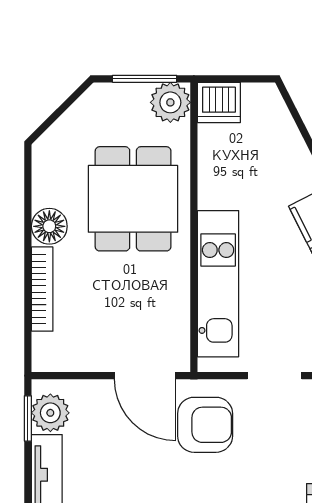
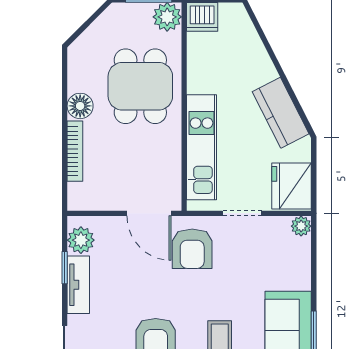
window: (28, 418) -> (65, 268), moved
armchair: (205, 425) -> (192, 249), turned 90

